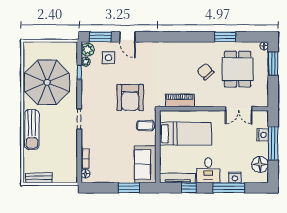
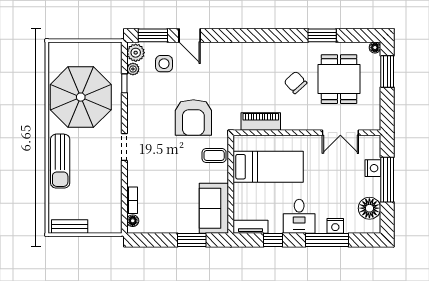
tv unit: (178, 178) -> (250, 227), width x0.71

